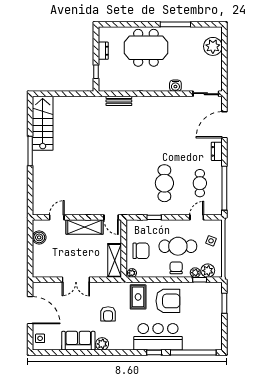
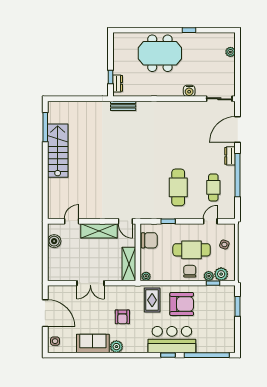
window: (175, 24) -> (189, 30), width x0.46
plant: (213, 46) -> (230, 52), width x0.53, depth x0.53
dresser: (103, 51) -> (118, 83), moved
bench: (119, 101) -> (123, 106), moved
stairs: (43, 123) -> (58, 151), moved
window: (30, 151) -> (45, 127), moved
window: (224, 188) -> (238, 175), moved
chair: (141, 251) -> (149, 240), moved

